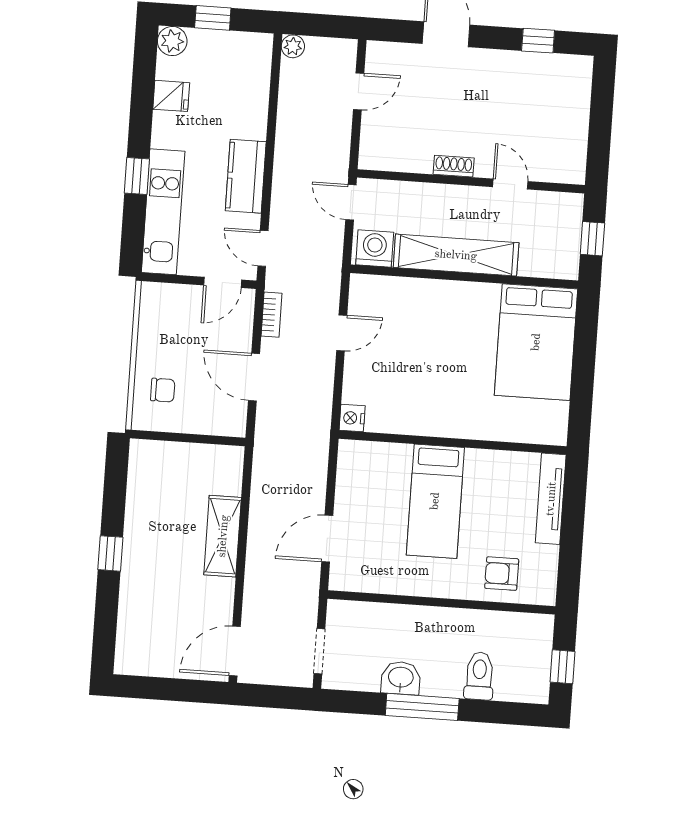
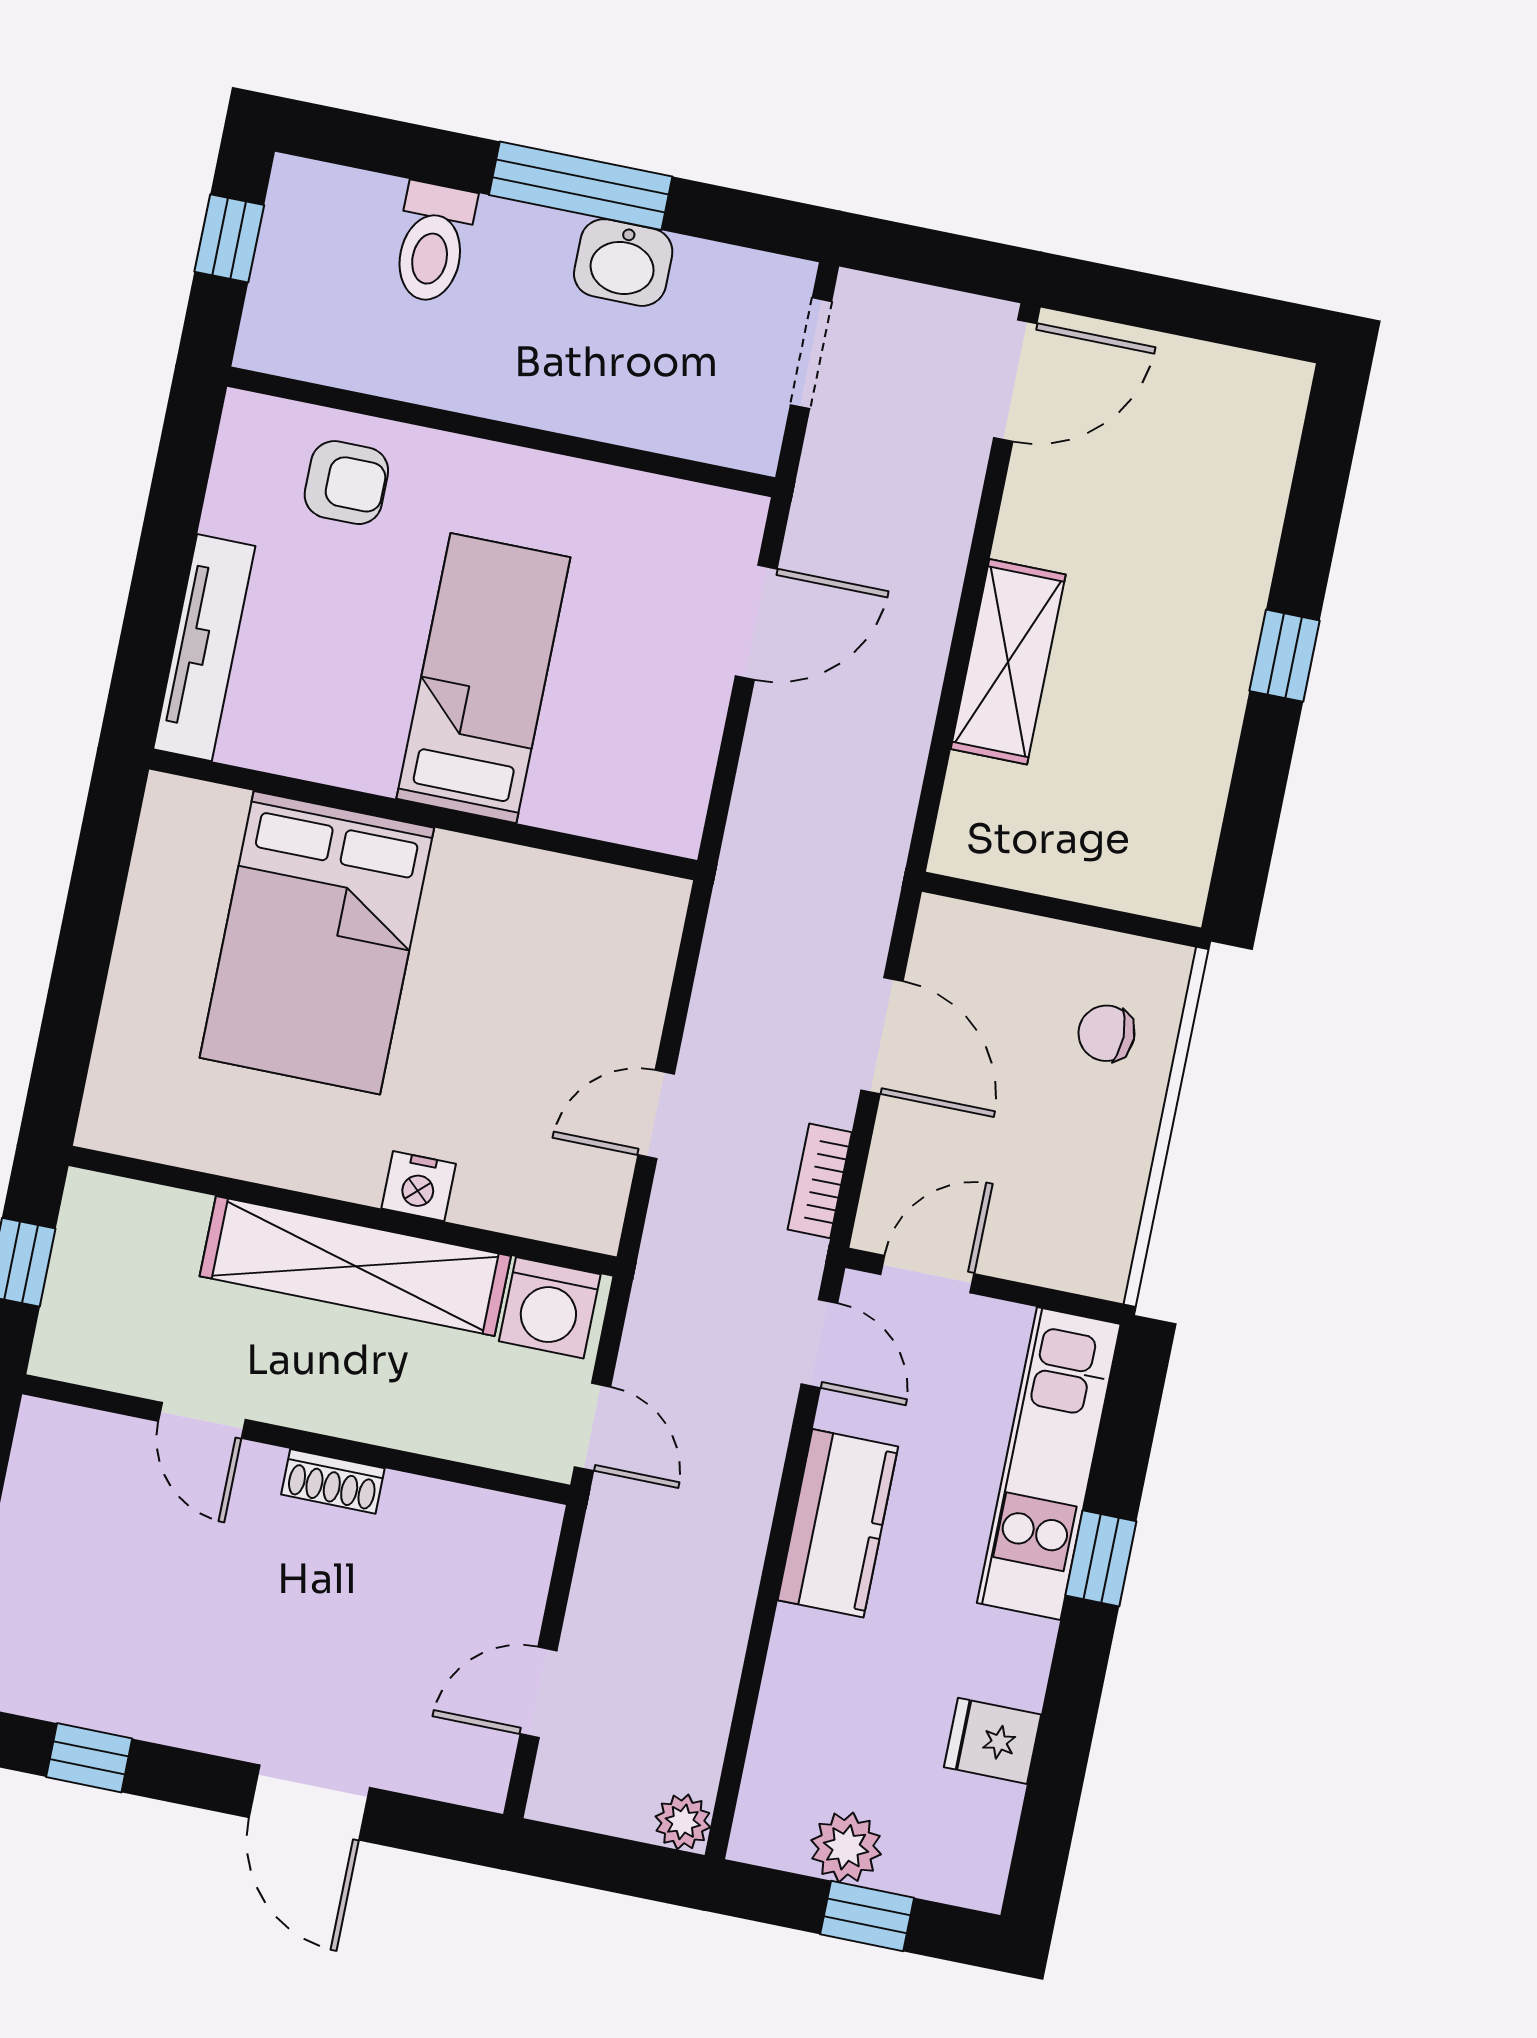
plant: (172, 41) -> (846, 1847), moved
bed: (536, 342) -> (317, 943), moved, turned 180
nightstand: (352, 418) -> (419, 1186), moved, turned 90

